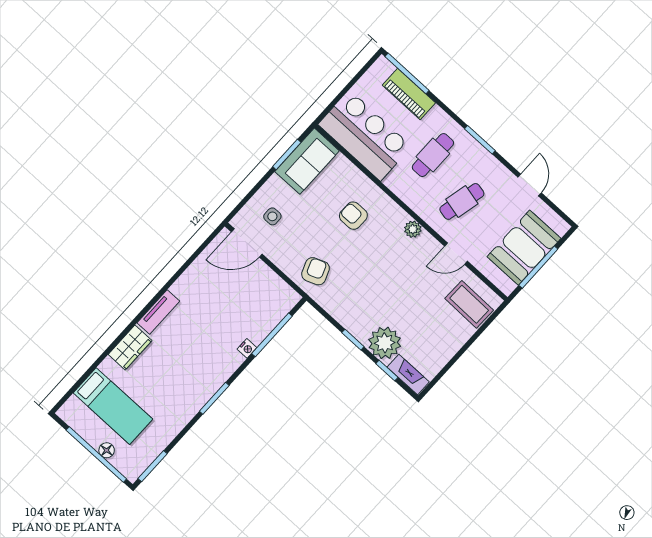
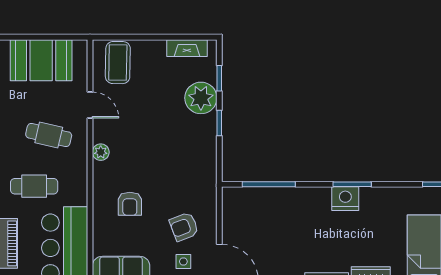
window: (538, 267) -> (46, 37), removed
armchair: (316, 271) -> (184, 227), moved
nightstand: (247, 348) -> (345, 199), moved, width x1.89, depth x1.79
fireplace: (408, 375) -> (187, 48), moved, turned -90

